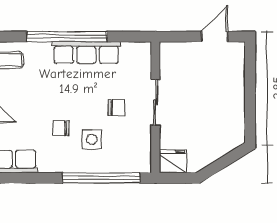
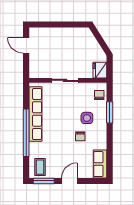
row of seats: (86, 52) -> (36, 114), width x1.36
chair: (116, 108) -> (99, 95), moved
window: (101, 178) -> (110, 112), width x0.47

